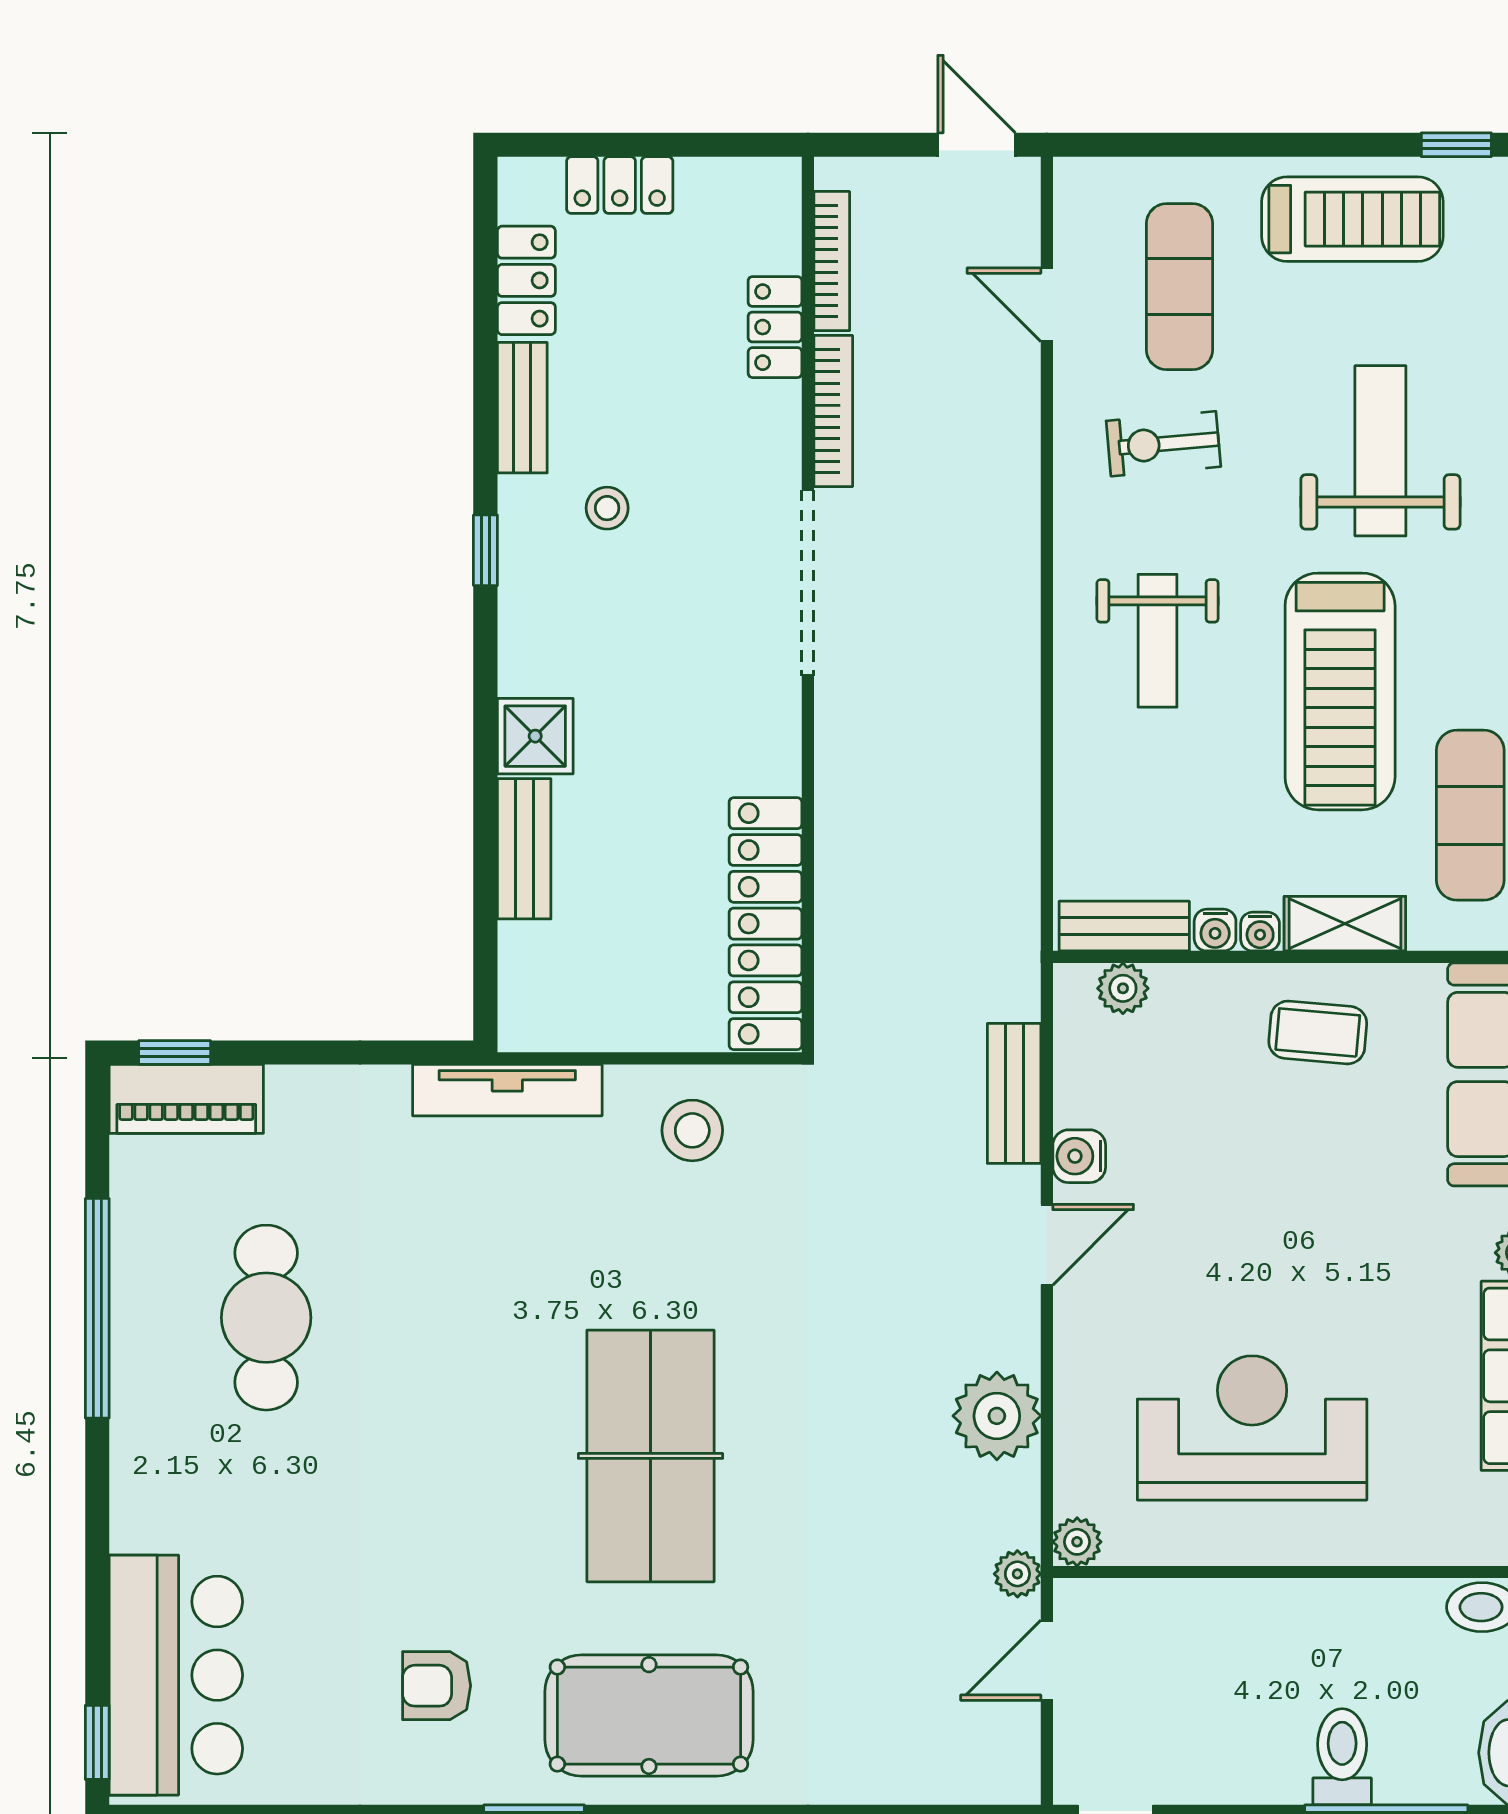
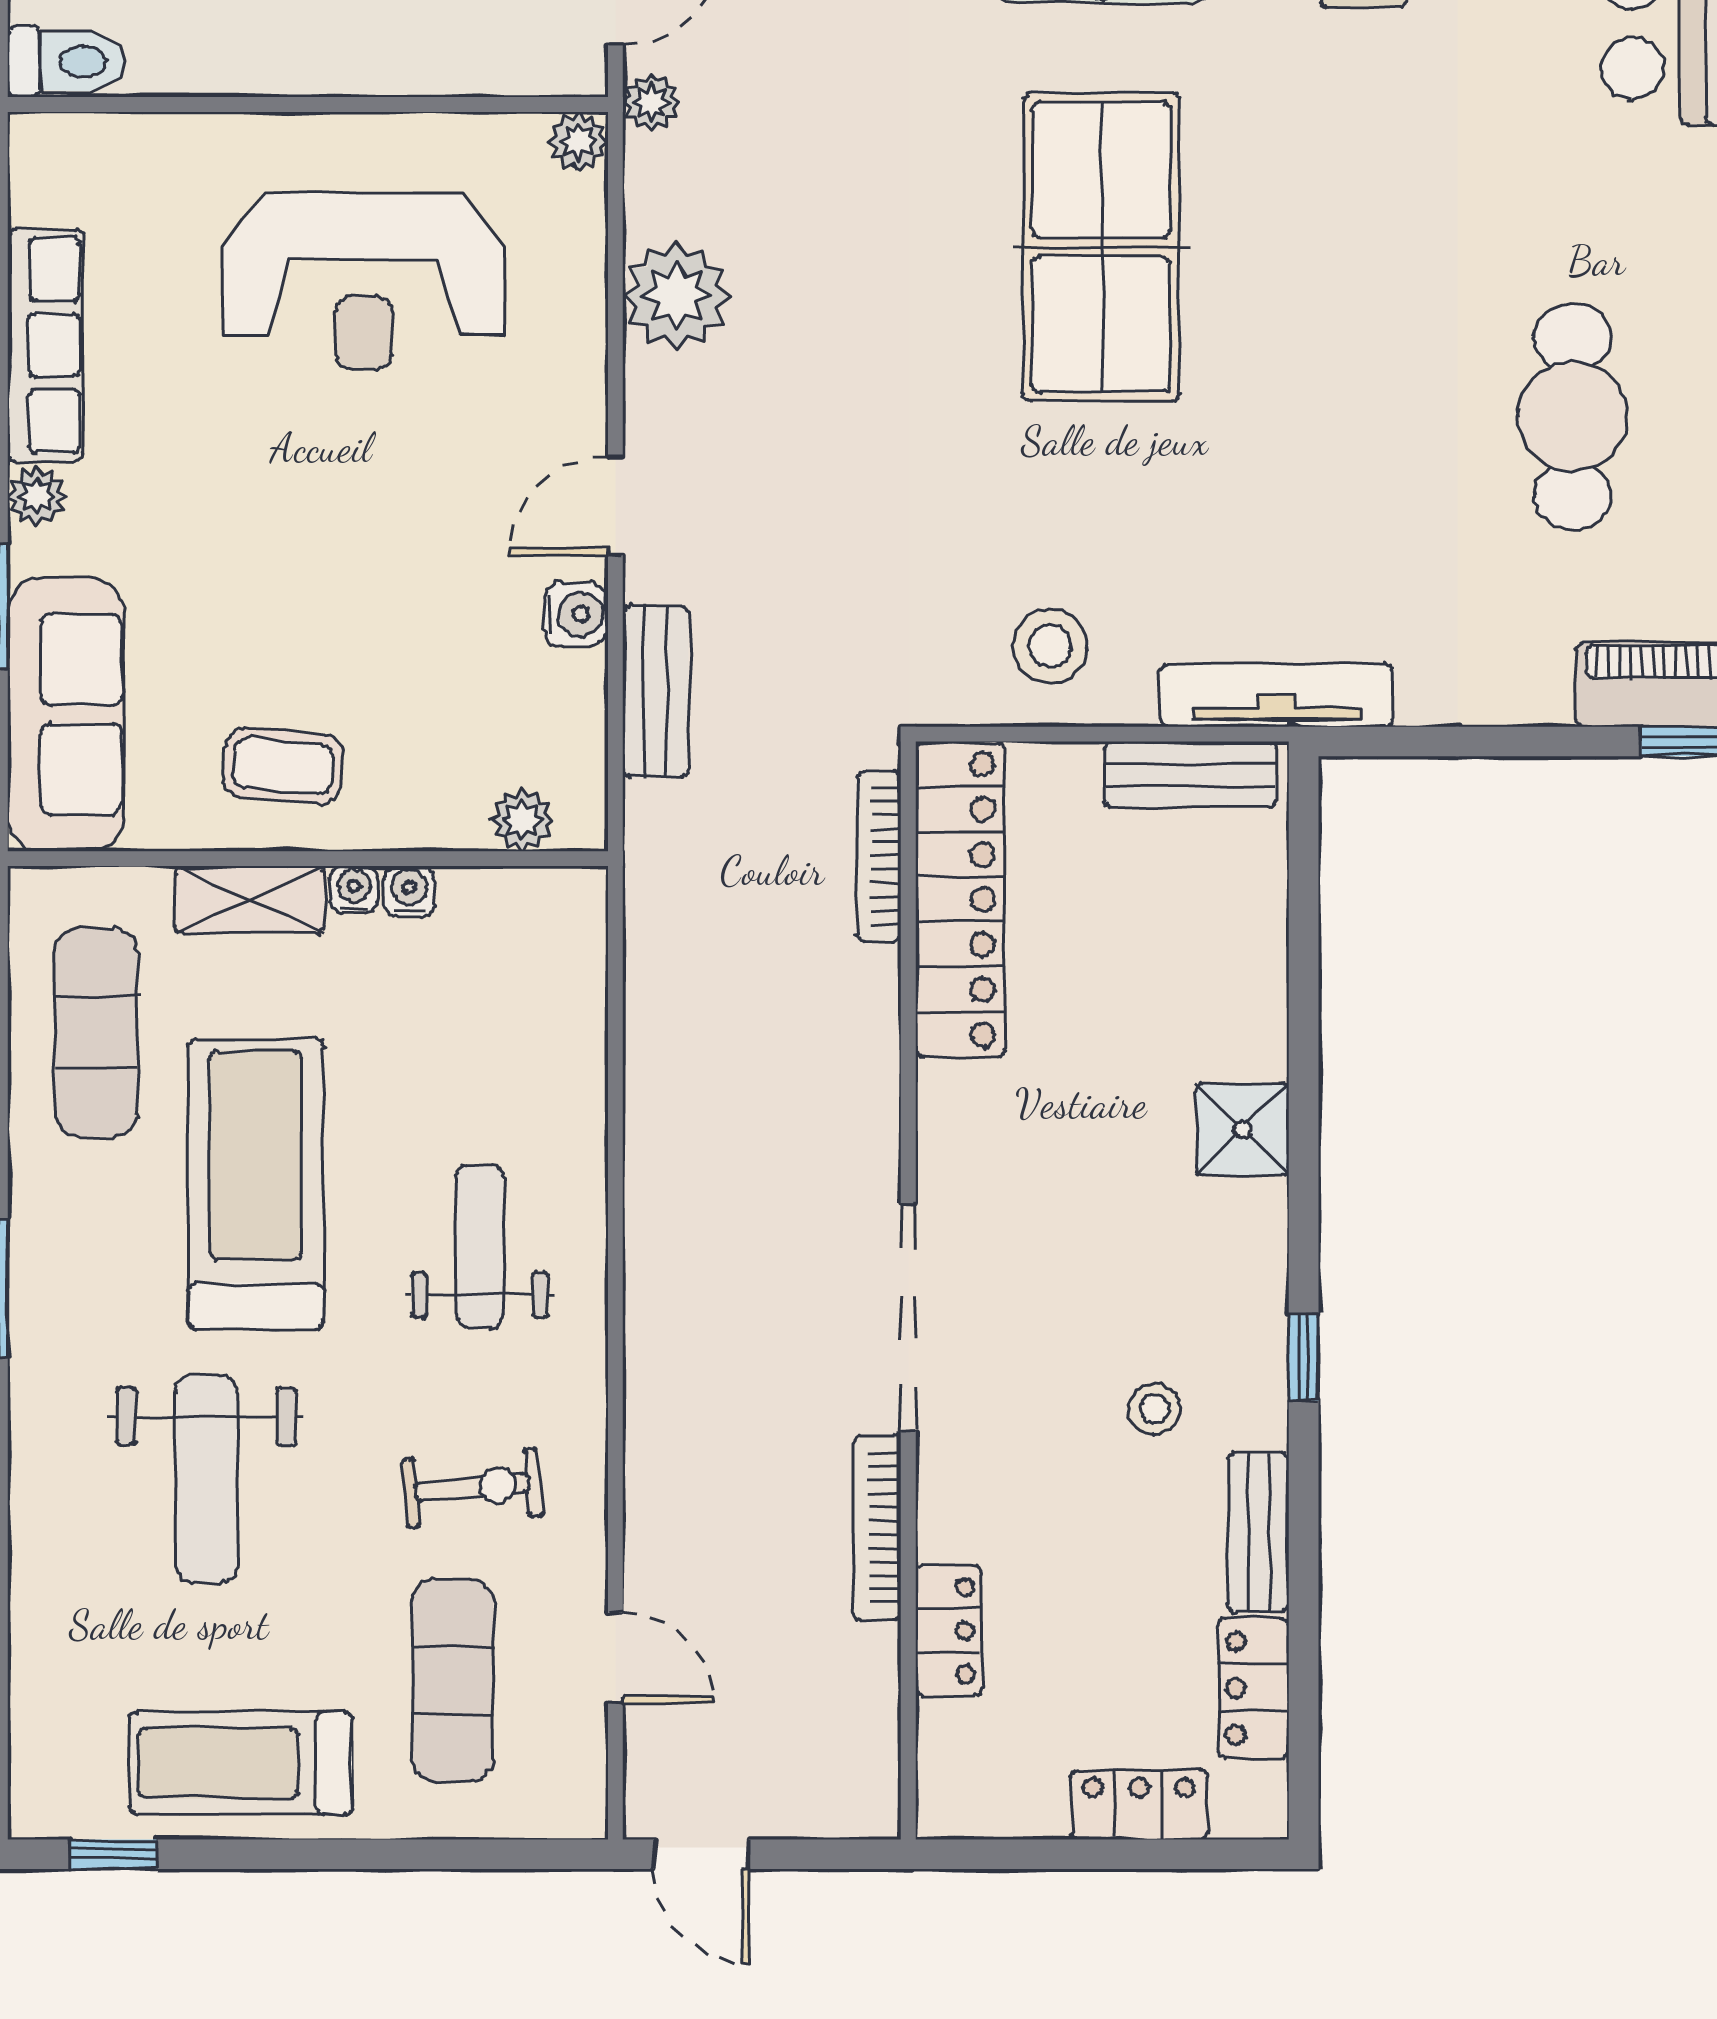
bookcase: (832, 261) -> (879, 856), moved
bench: (524, 849) -> (1190, 774), moved, turned 90
bench: (1124, 926) -> (520, 896), removed

